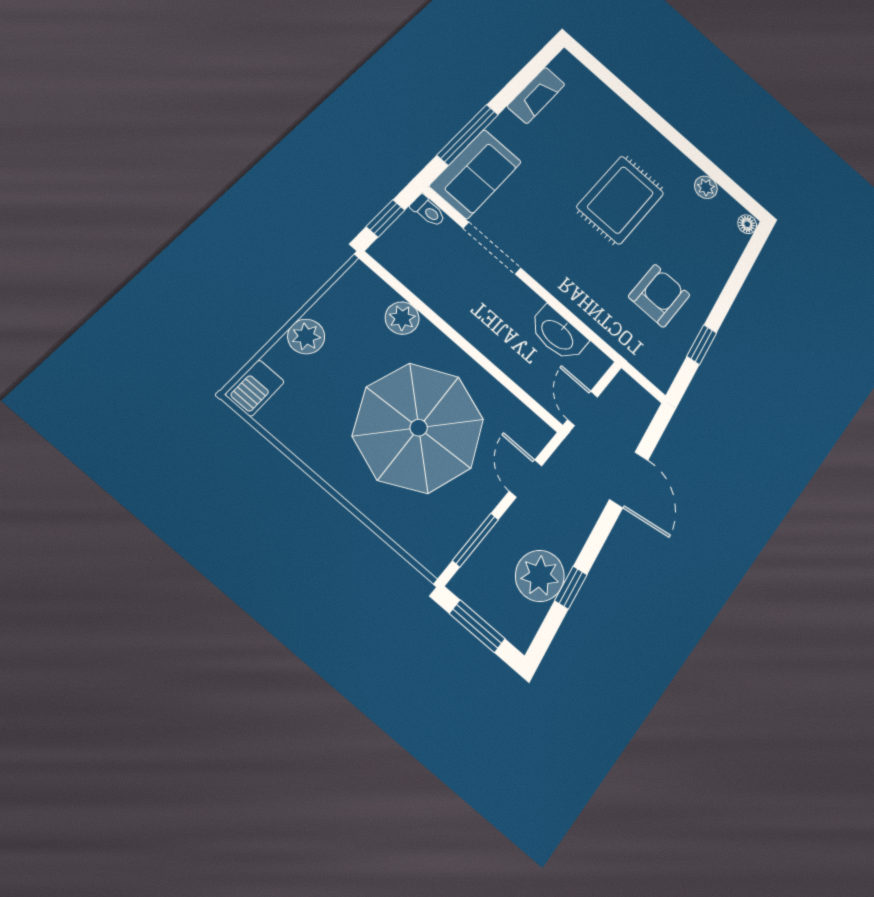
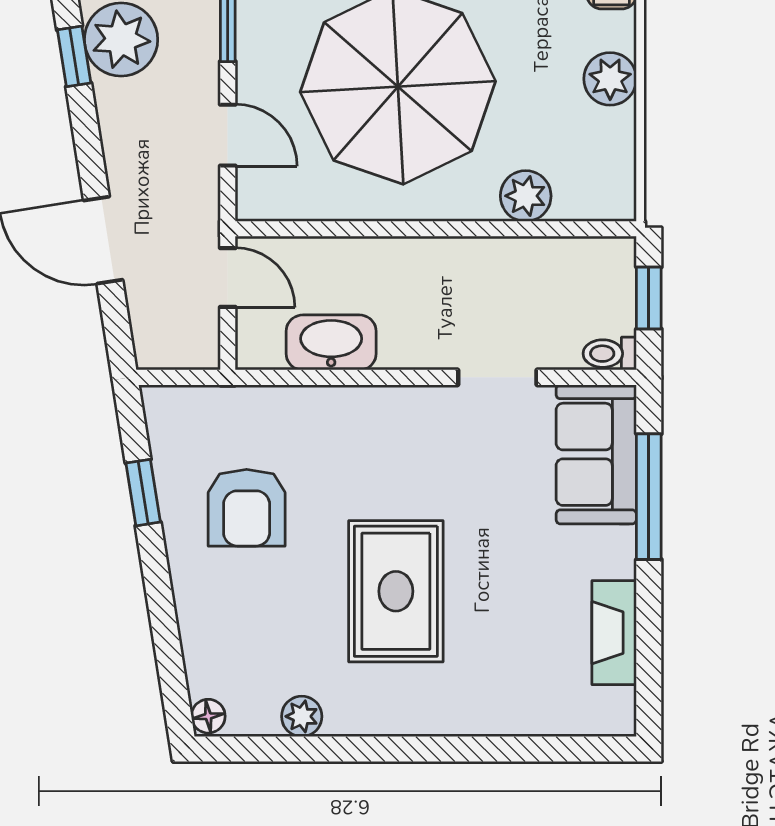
doorway: (492, 248) -> (497, 377), width x0.73

